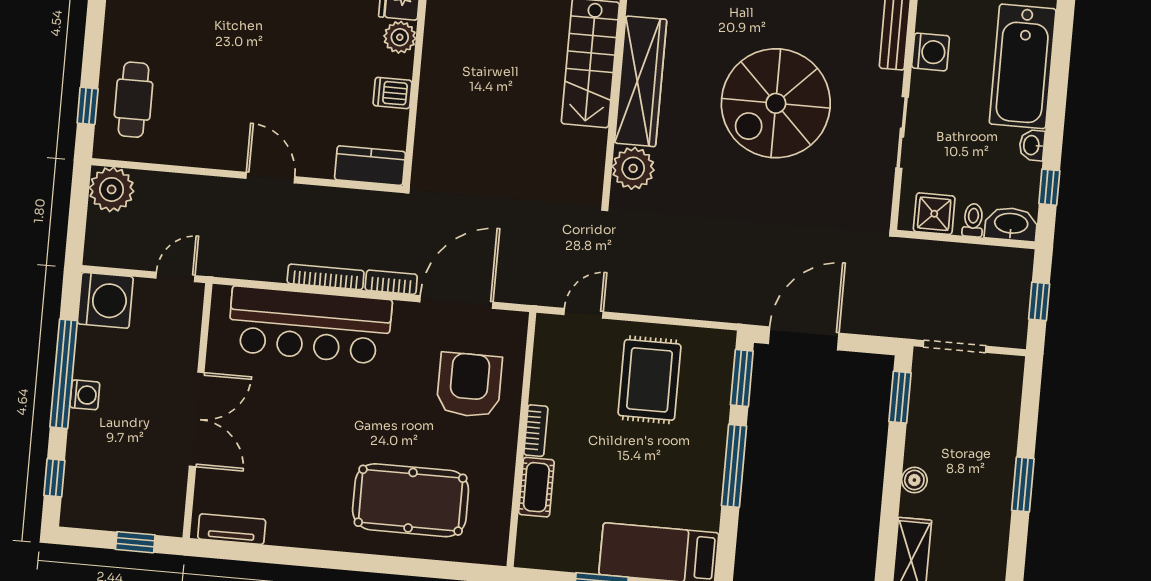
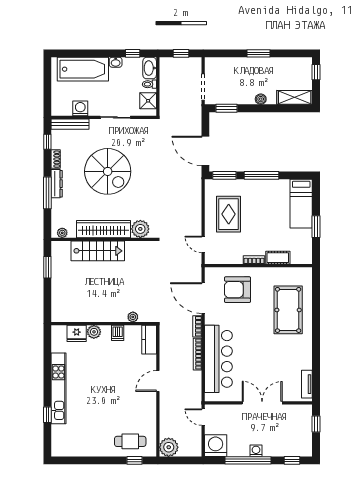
plant: (427, 132) -> (133, 317), added
rug: (650, 380) -> (229, 214), turned 90

